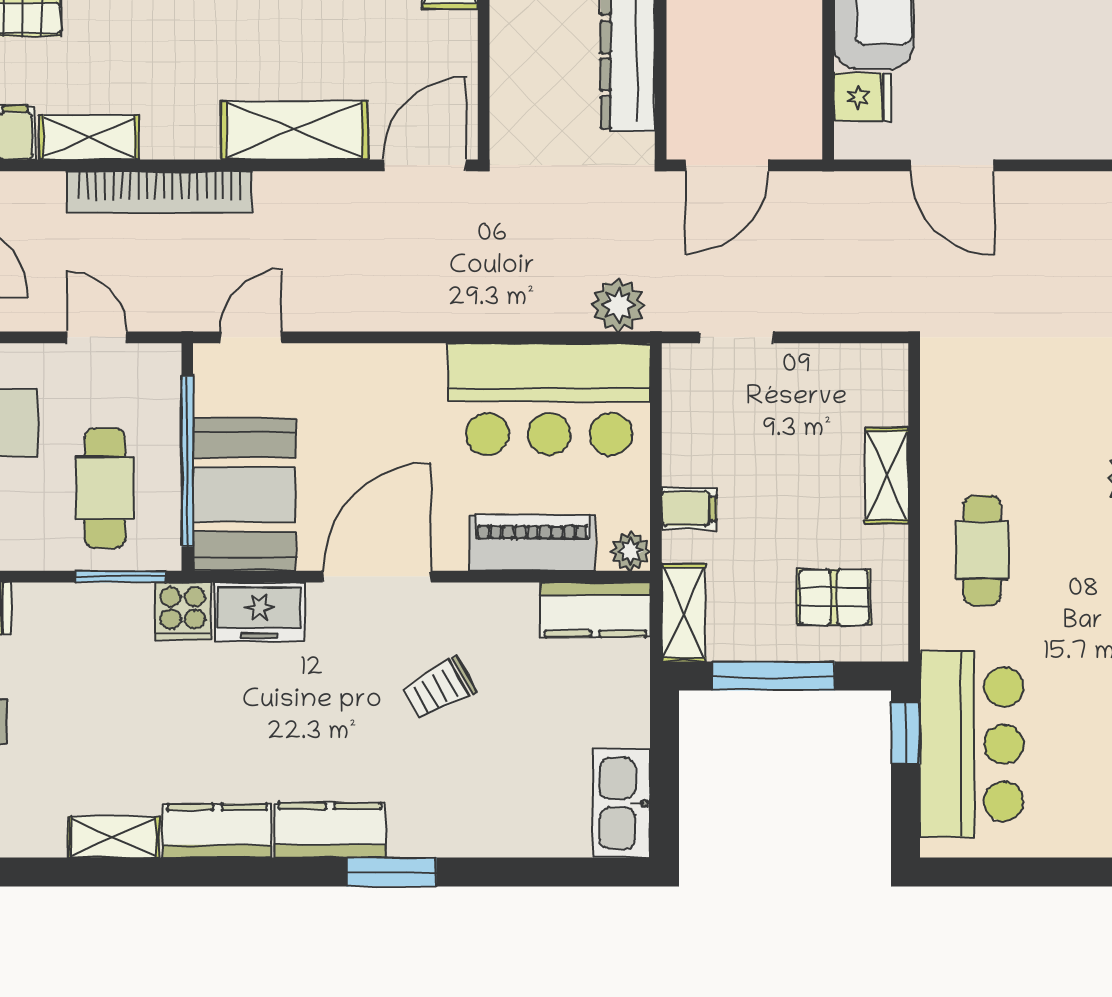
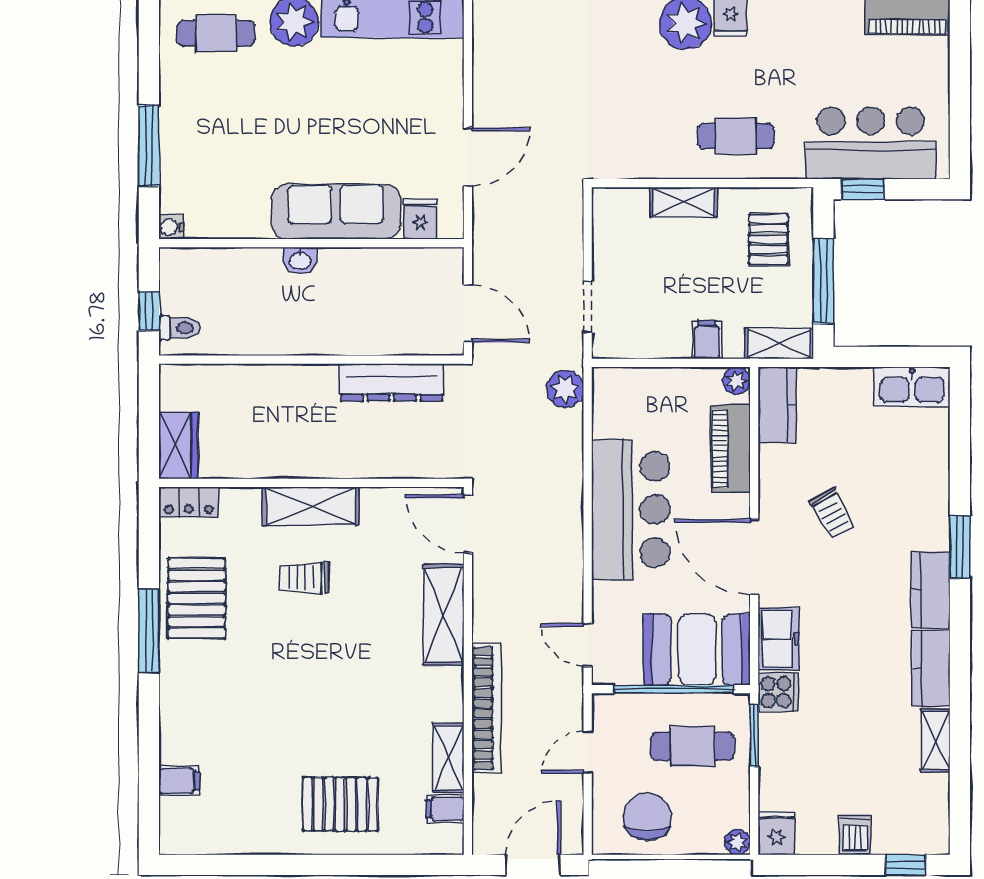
bar counter: (549, 399) -> (631, 509), moved

